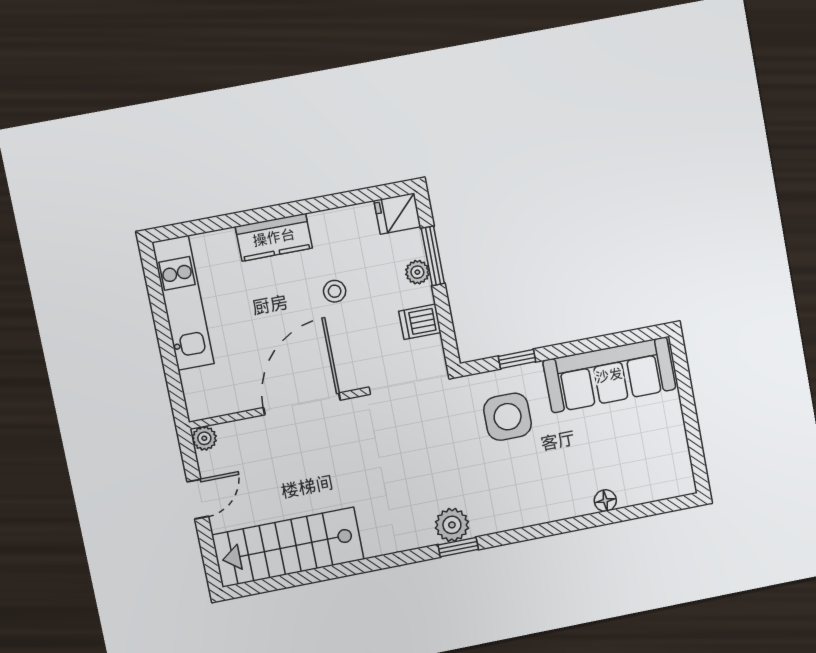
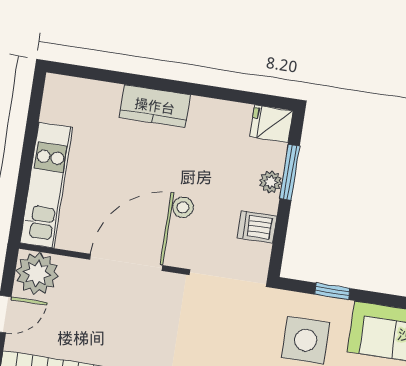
stool: (335, 291) -> (183, 207), moved
kitchen unit: (183, 303) -> (46, 185), moved
plant: (204, 438) -> (37, 273), width x1.87, depth x1.87

